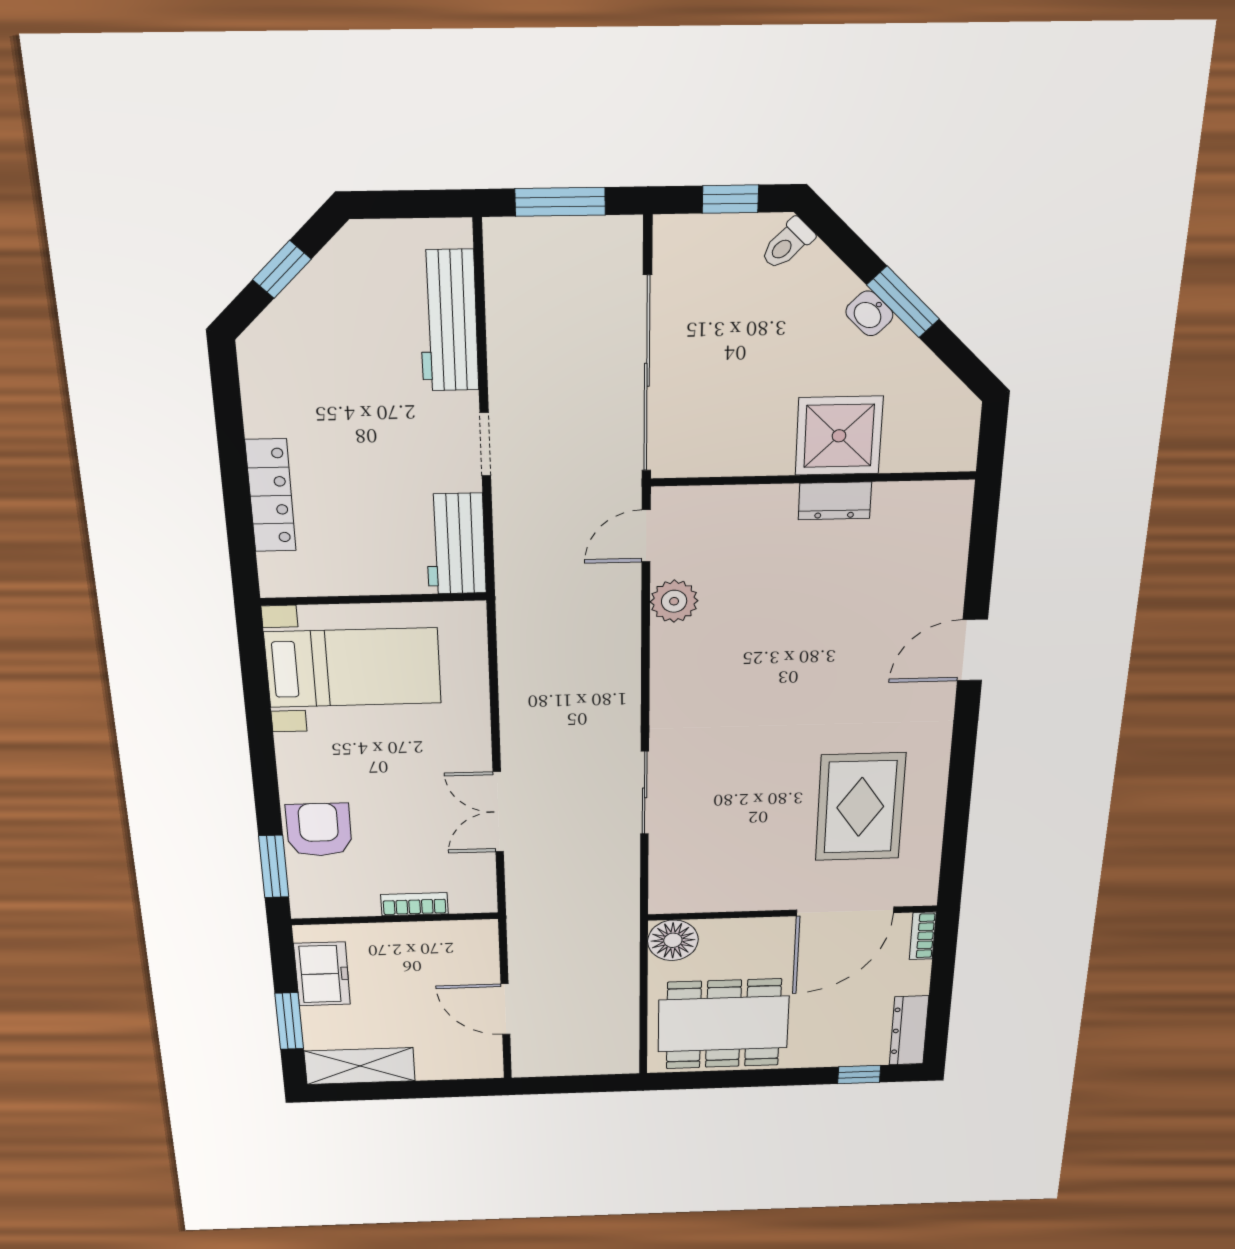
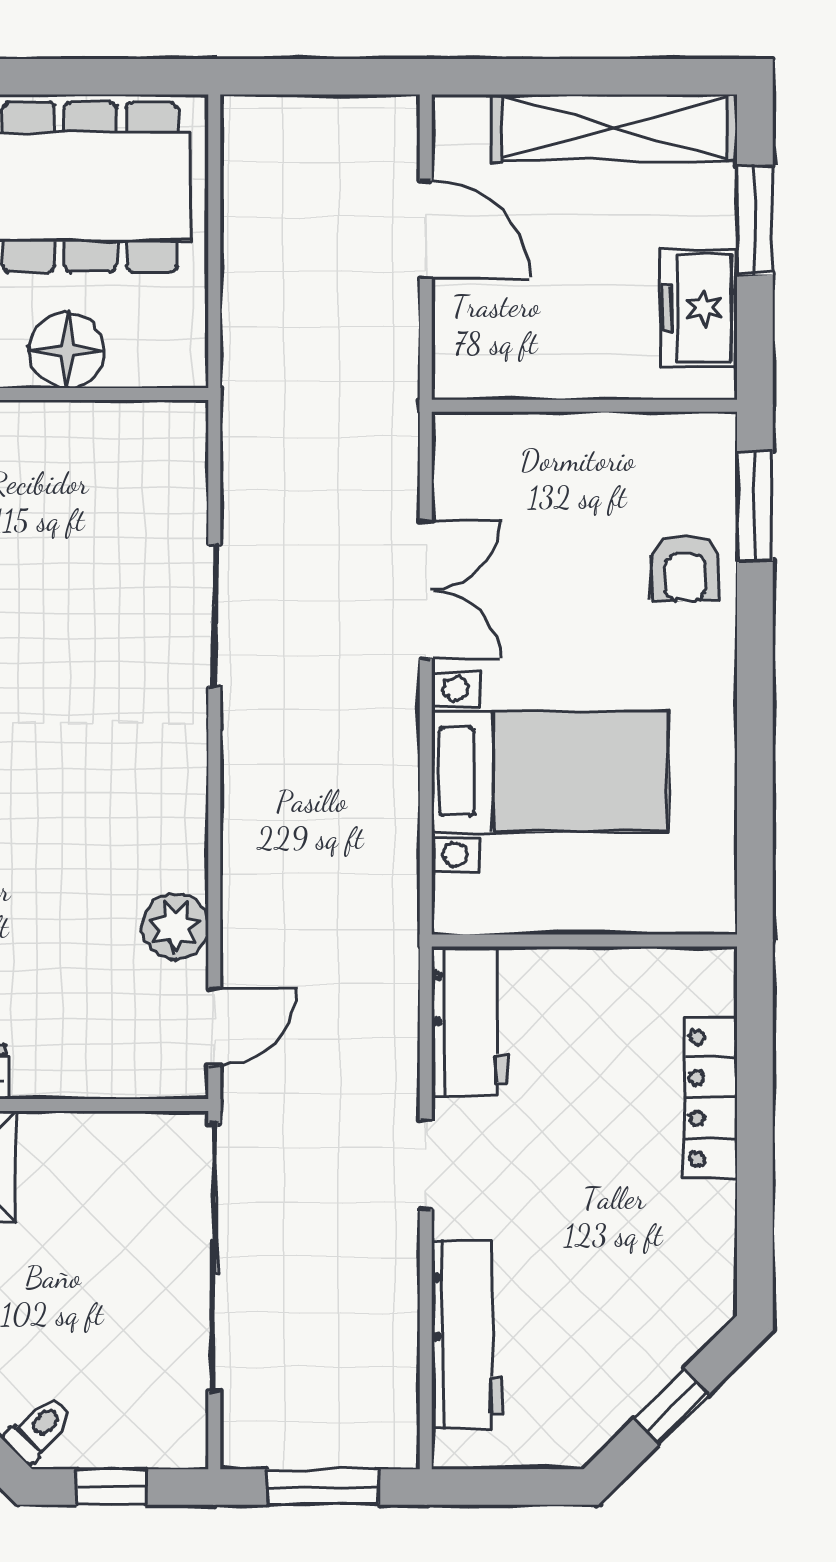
bed with nightstands: (353, 668) -> (550, 772), moved, turned 180
armchair: (319, 830) -> (685, 568), width x0.72, depth x0.72
bookcase: (414, 904) -> (554, 431), removed
floor lamp: (673, 940) -> (67, 350), moved
shelving: (360, 1066) -> (615, 128), width x1.47

